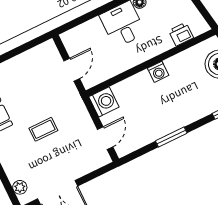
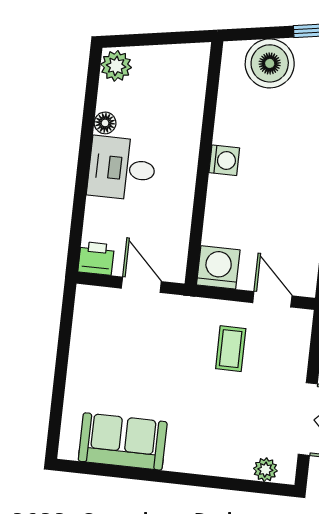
printer: (181, 34) -> (96, 258), moved, turned 90
coffee table: (43, 129) -> (231, 349), moved

